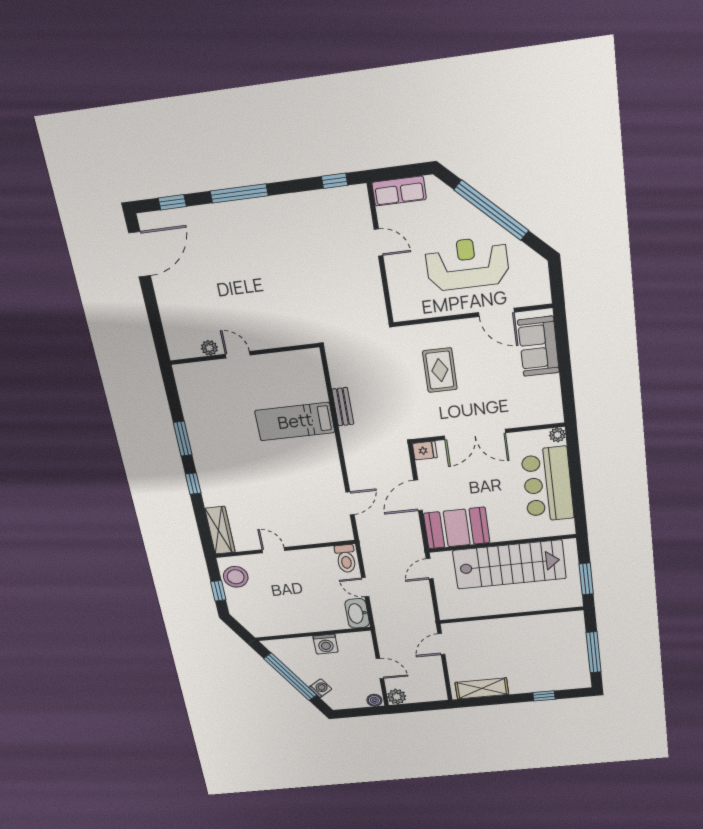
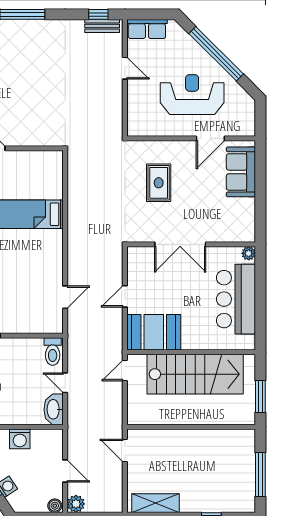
door: (496, 312) -> (210, 138), hinge flipped
bench: (343, 407) -> (102, 26), moved, turned 90
fridge: (425, 451) -> (136, 255), removed
door: (418, 495) -> (125, 296), width x0.73
door: (441, 644) -> (125, 450), hinge flipped

